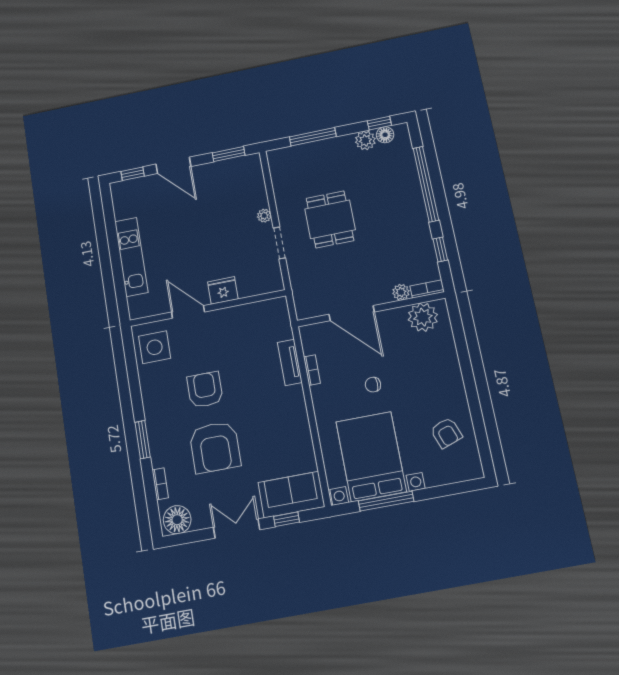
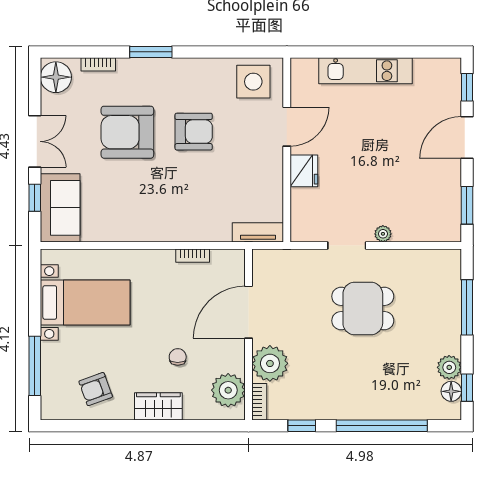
plant: (401, 292) -> (270, 363), width x1.88, depth x1.88
tv unit: (290, 362) -> (258, 232), moved
wardrobe: (450, 375) -> (158, 406), added
chair: (373, 385) -> (178, 357), moved
bed with nightstands: (371, 457) -> (85, 302), width x0.73
window: (386, 501) -> (35, 366), moved

